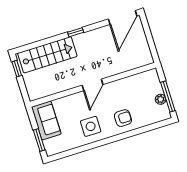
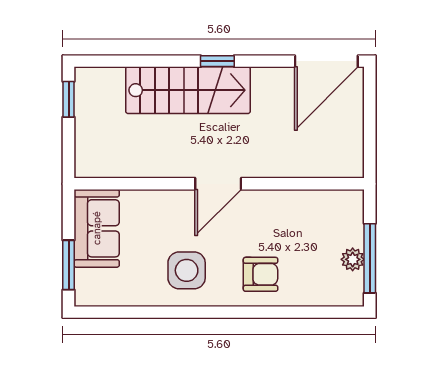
stairs: (47, 55) -> (188, 90), moved

